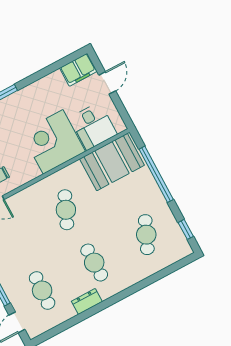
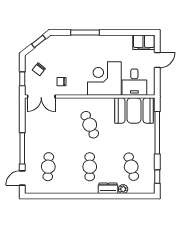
cafe table: (66, 210) -> (90, 125), turned -48
cafe table: (146, 235) -> (131, 167), turned -39
plant: (151, 268) -> (123, 189), added
dresser: (87, 301) -> (108, 188), moved

